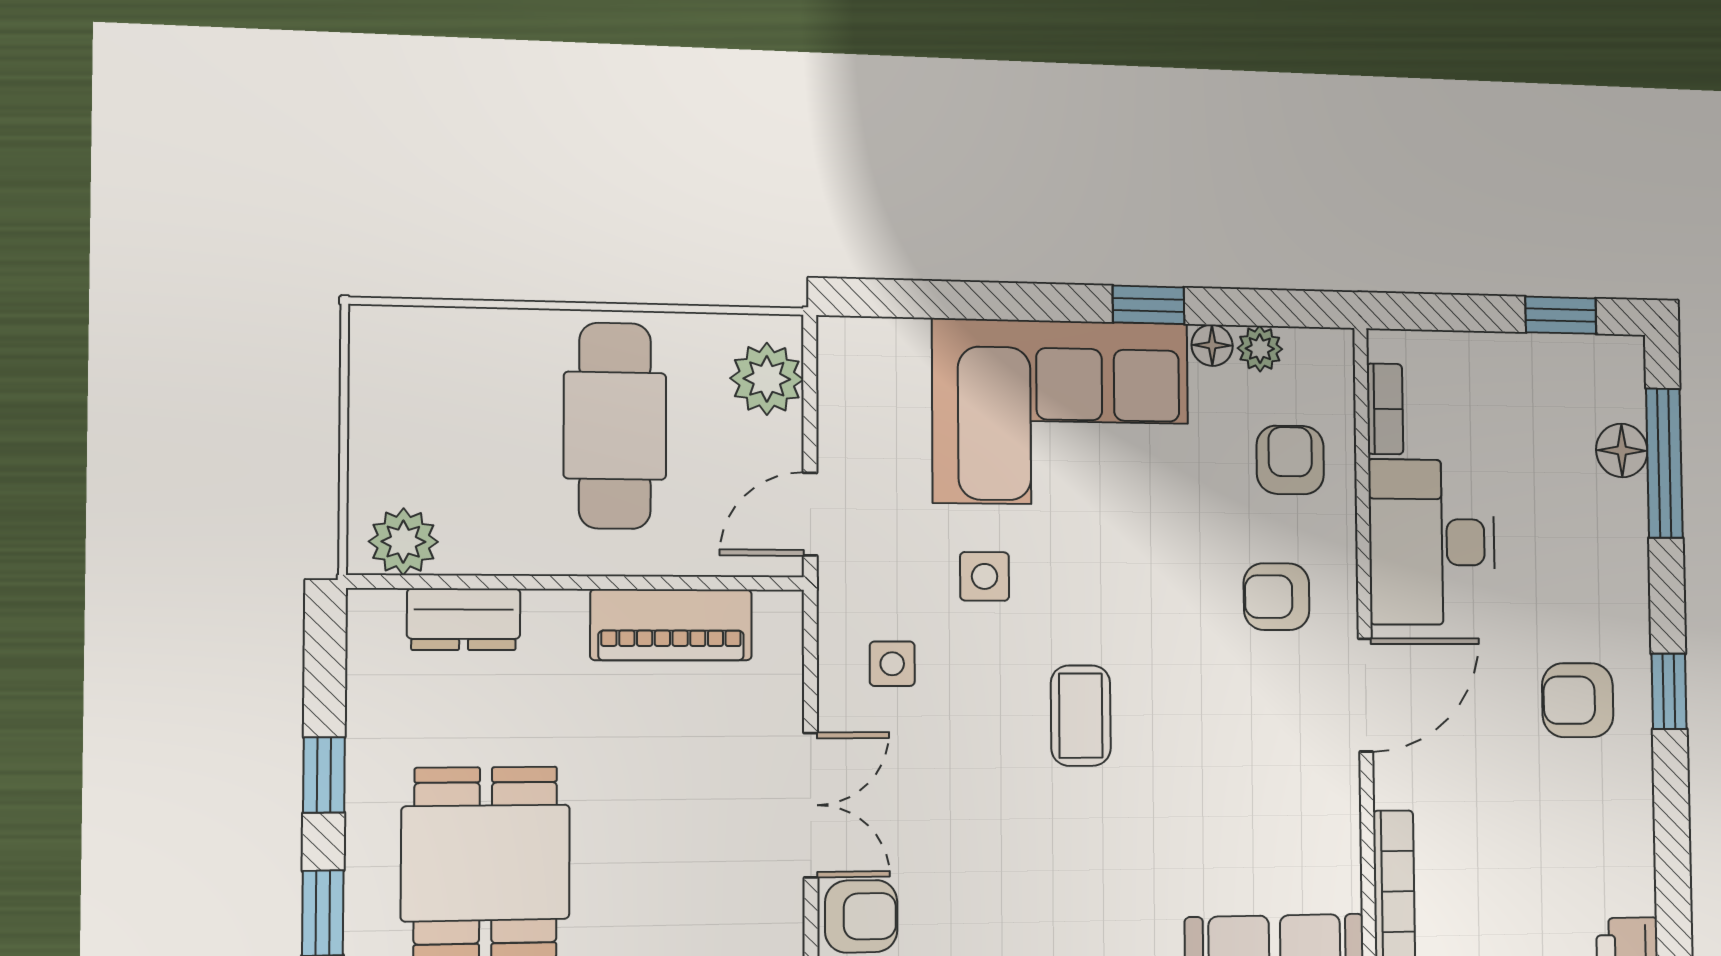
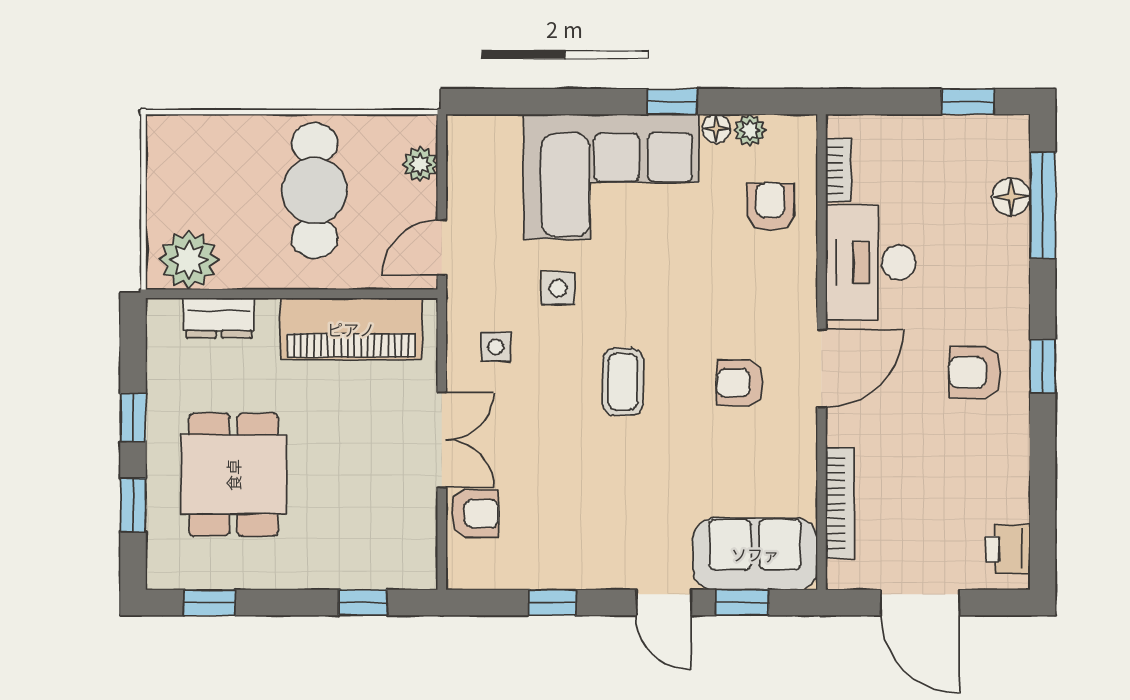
plant: (767, 379) -> (420, 164), width x0.73, depth x0.73
plant: (403, 542) -> (189, 260), width x1.36, depth x1.36
armchair: (1276, 597) -> (740, 383), moved
piano: (671, 625) -> (351, 329), width x1.37, depth x1.33

